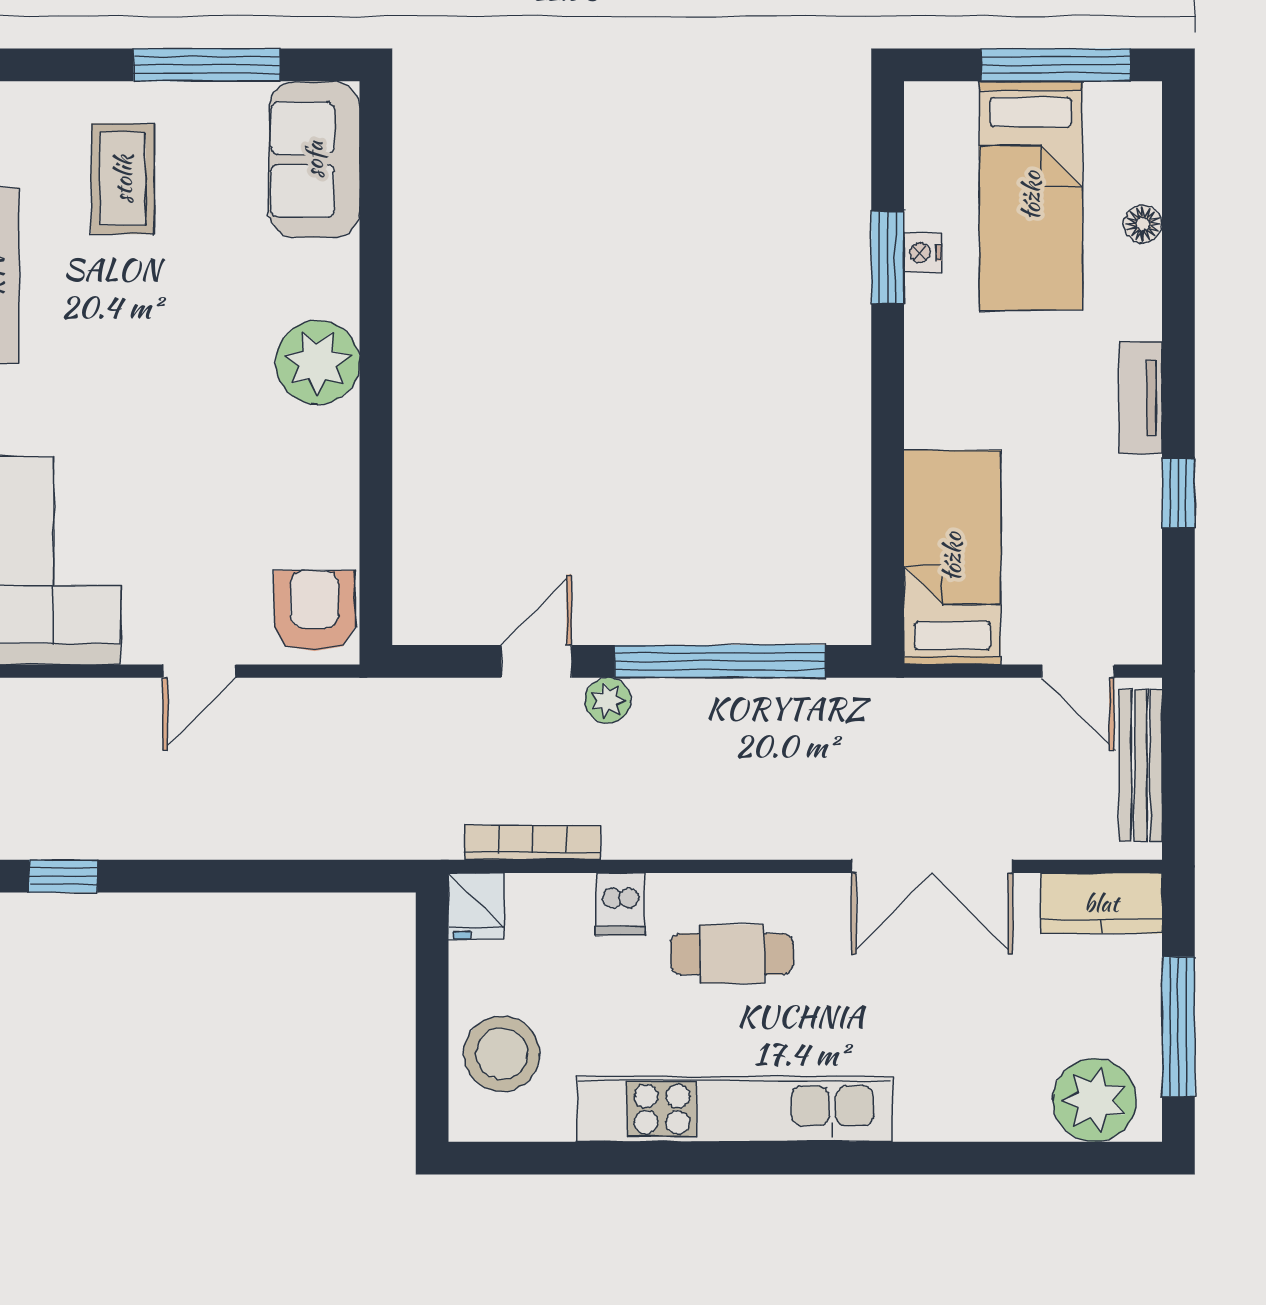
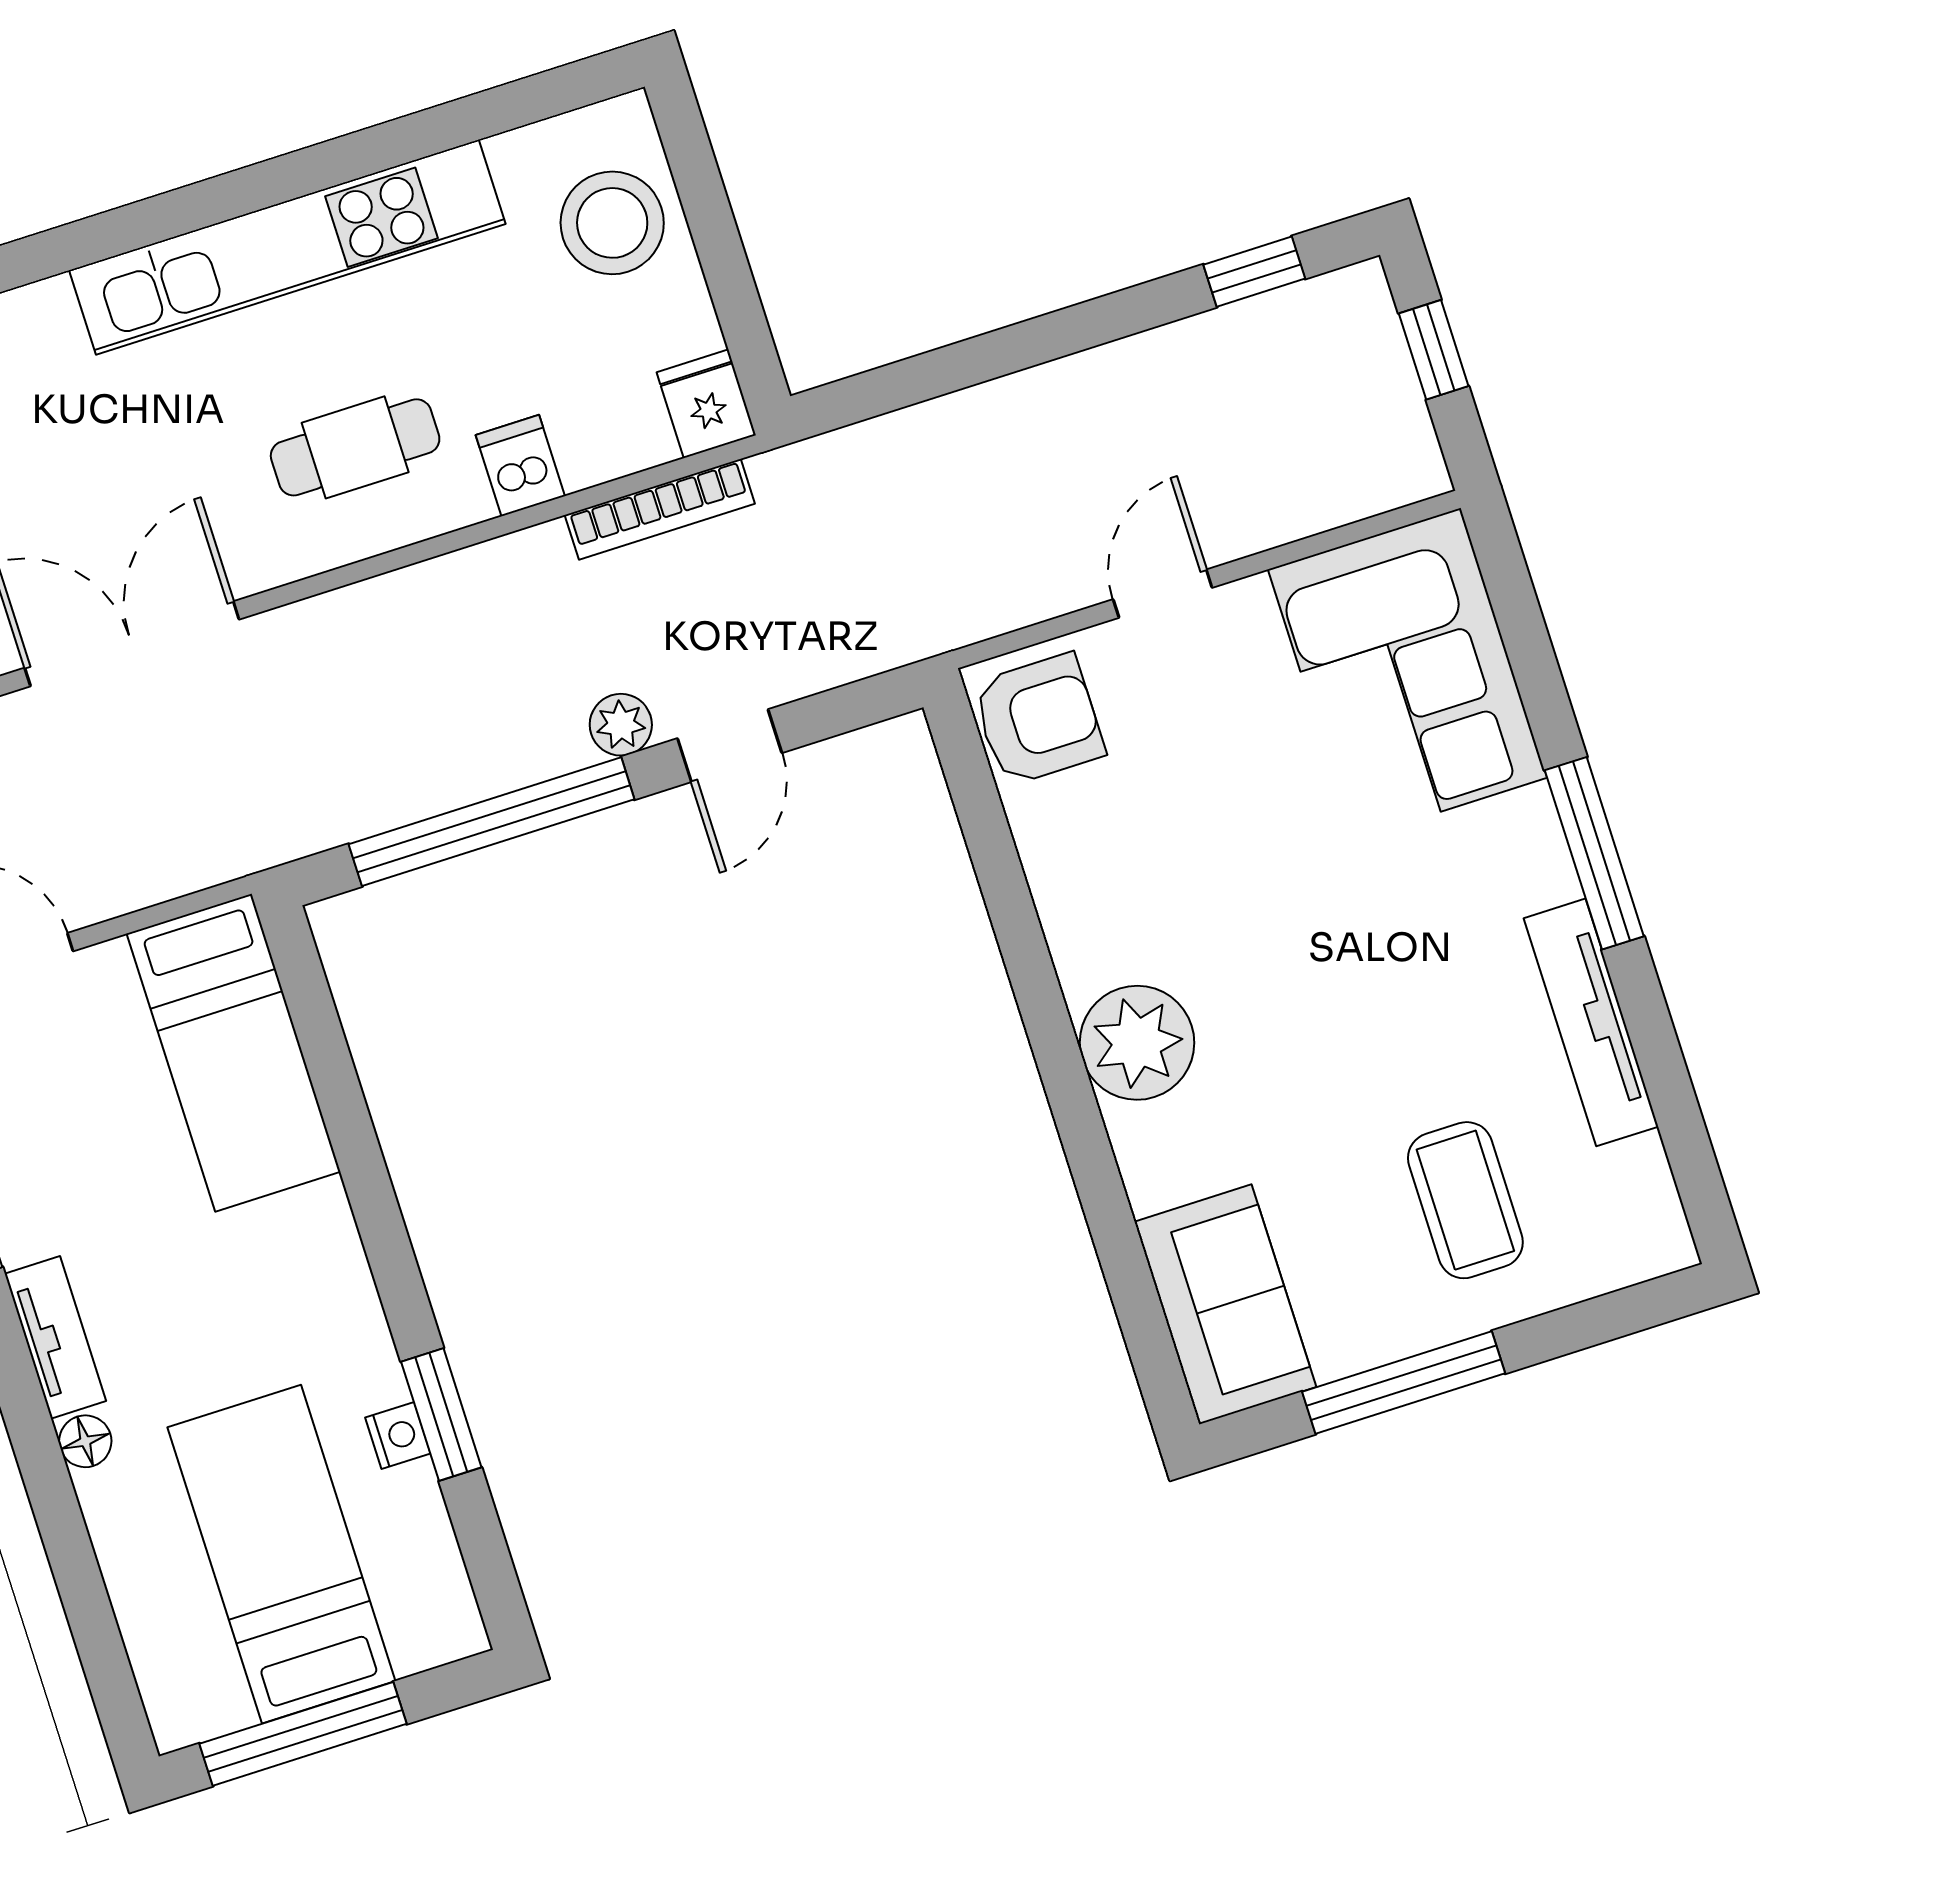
floor lamp: (1143, 224) -> (85, 1441), moved
armchair: (314, 611) -> (1038, 720), turned -90

